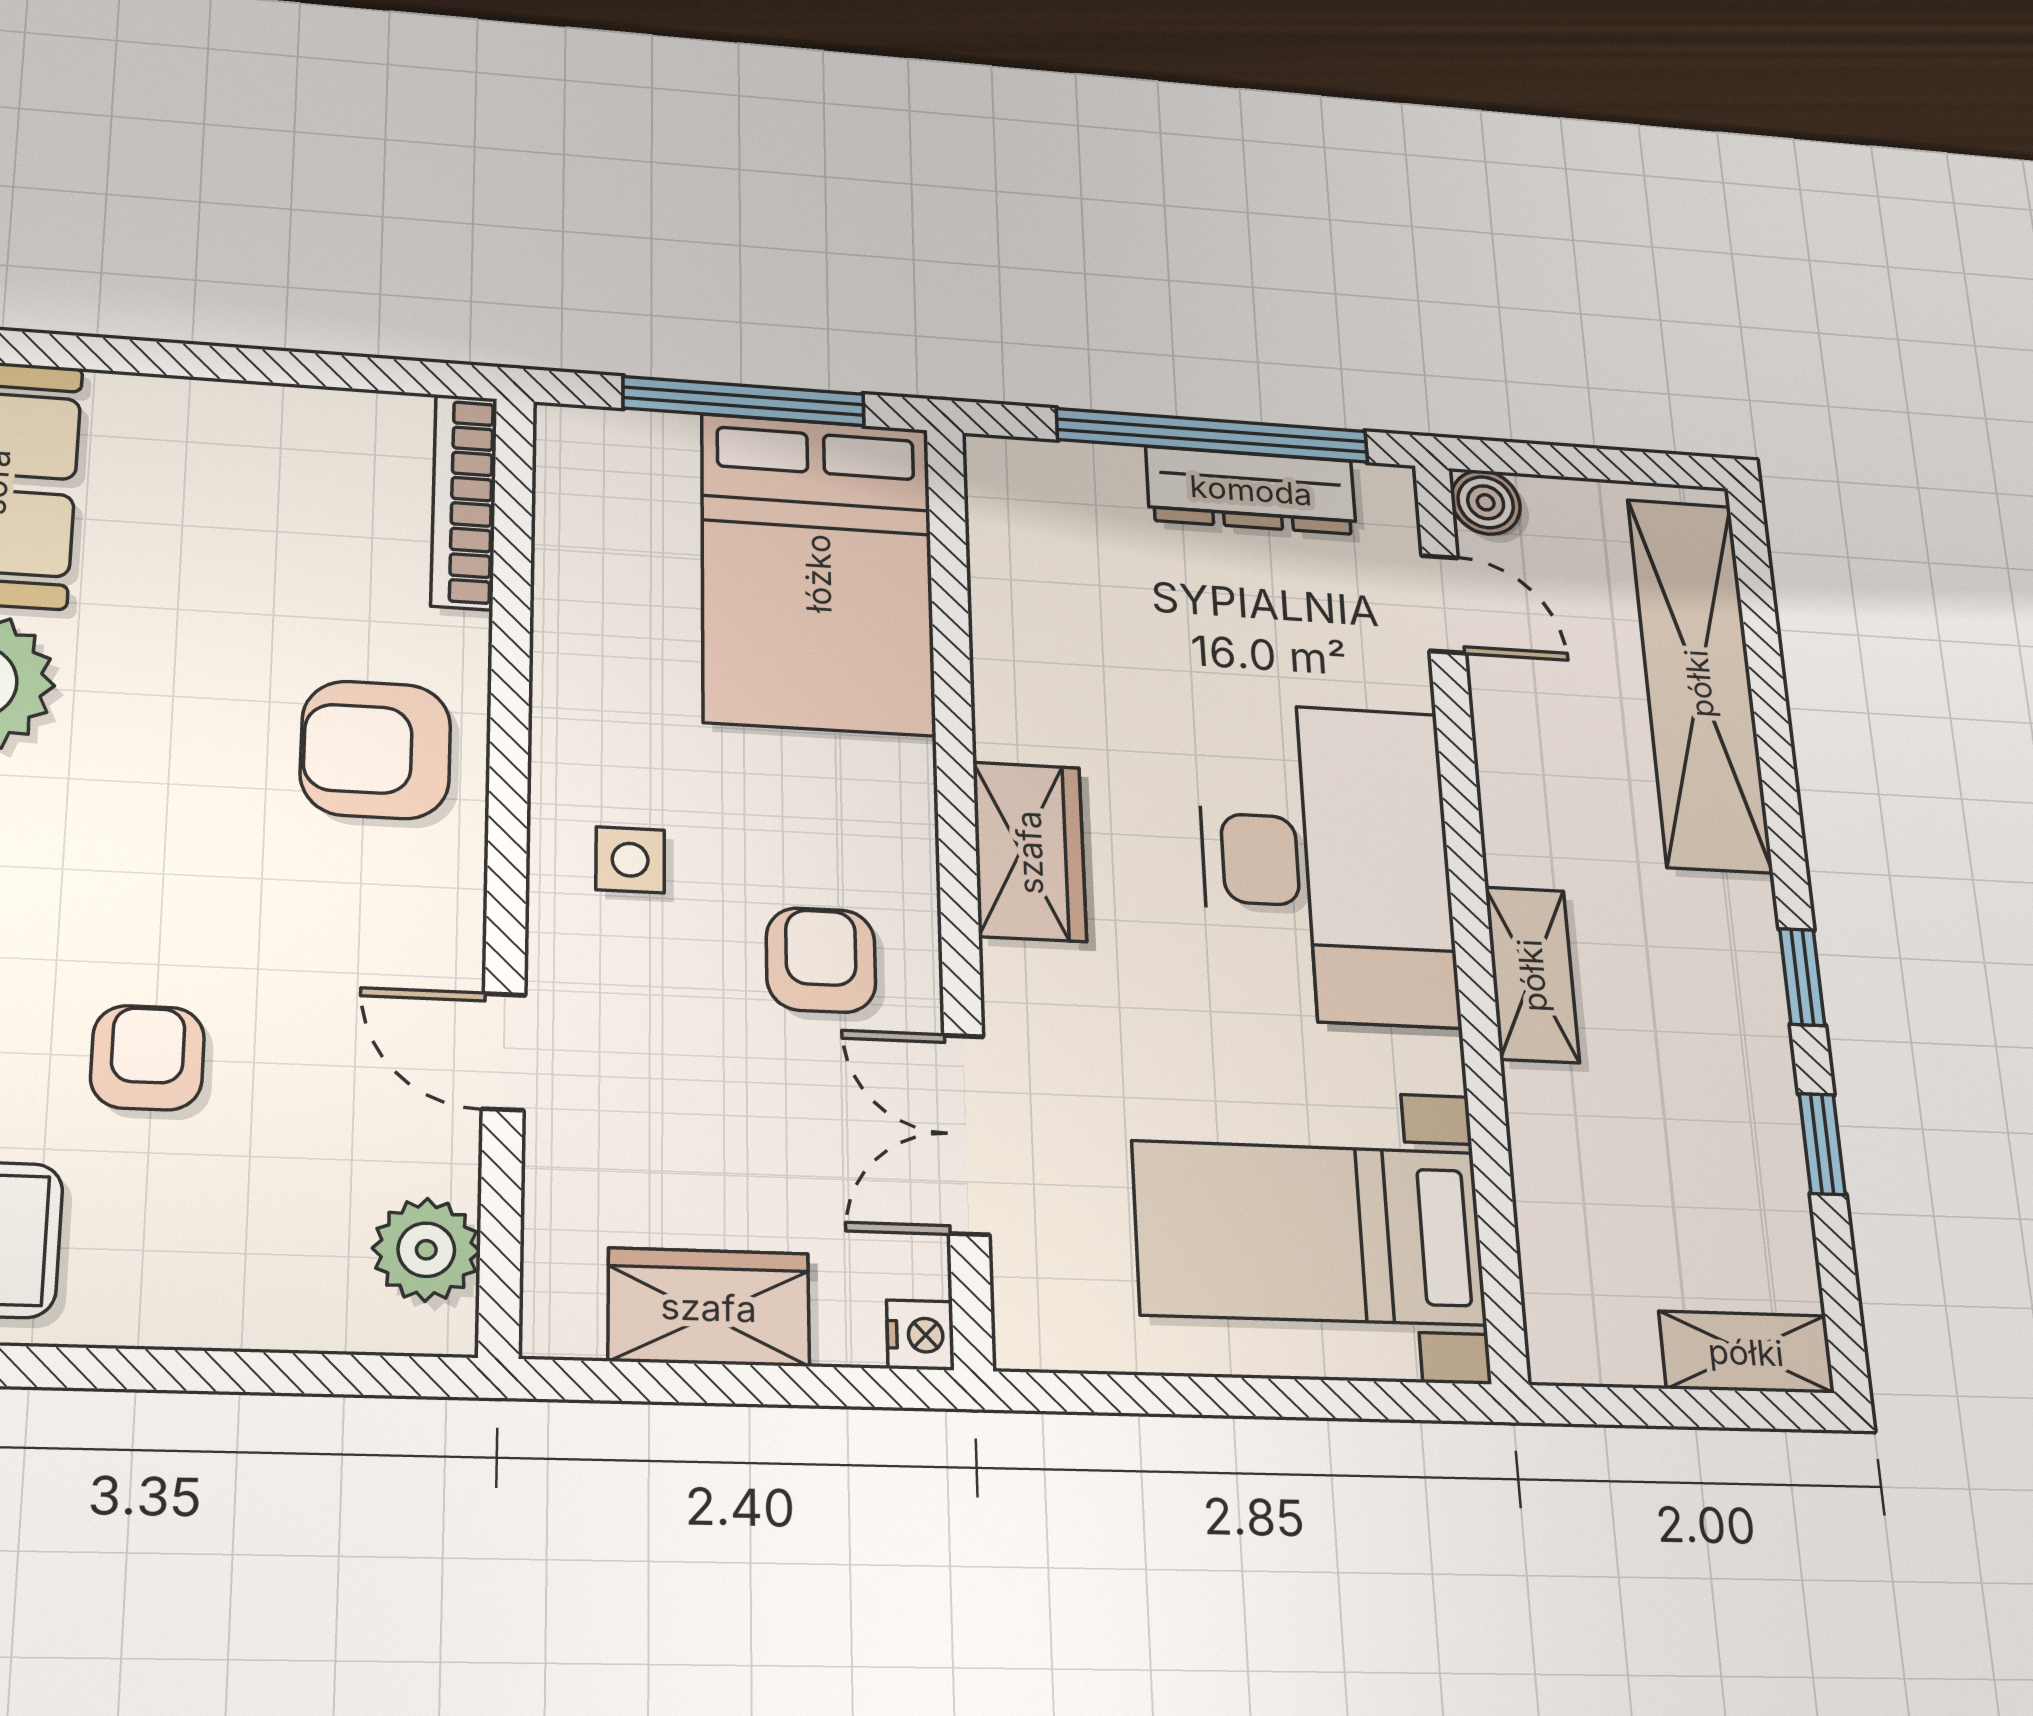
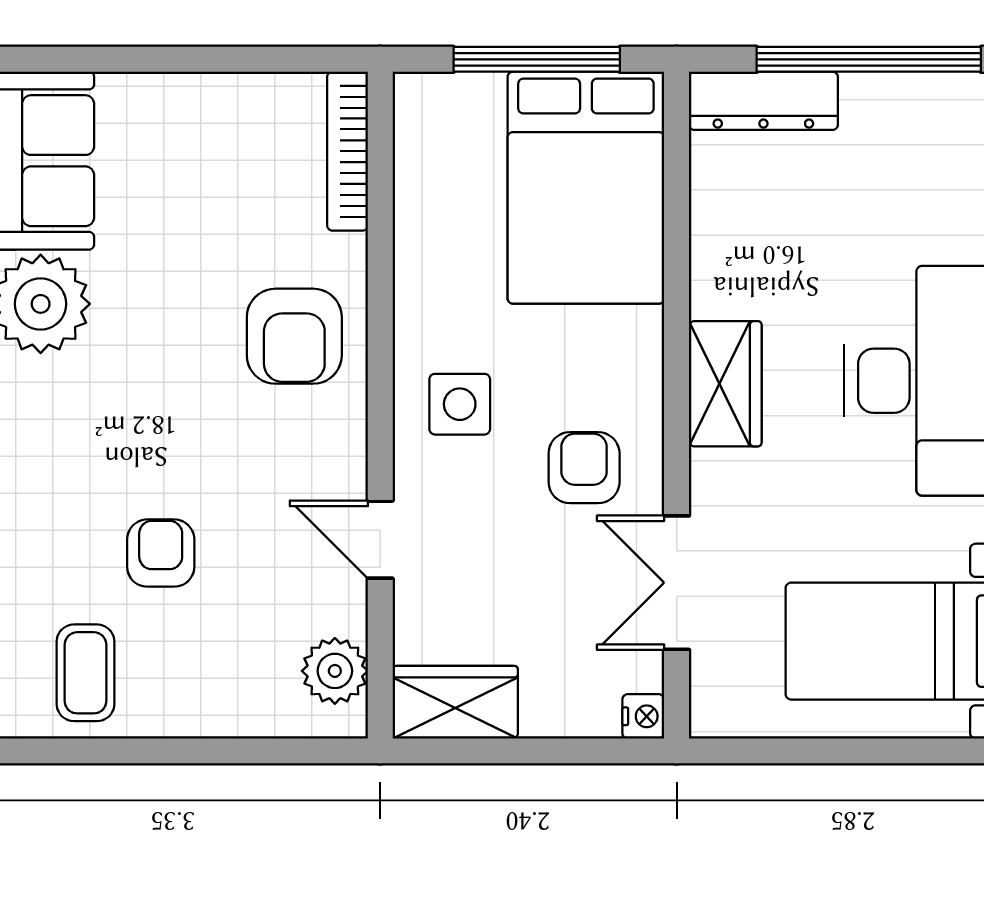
dresser: (1251, 490) -> (763, 101), moved
armchair: (376, 750) -> (294, 336), turned -90
side table: (630, 860) -> (460, 404), width x1.37, depth x1.37
wardrobe: (709, 1307) -> (455, 702), moved

